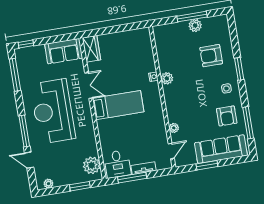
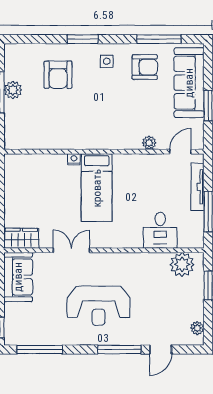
plant: (167, 78) -> (79, 141), removed
bed: (118, 105) -> (97, 188), moved, turned 180
reception desk: (53, 111) -> (99, 306), width x0.74, depth x0.77
door: (171, 151) -> (180, 152), hinge flipped
desk: (117, 164) -> (160, 230), moved, turned 90
tv unit: (143, 168) -> (198, 187), width x1.41

